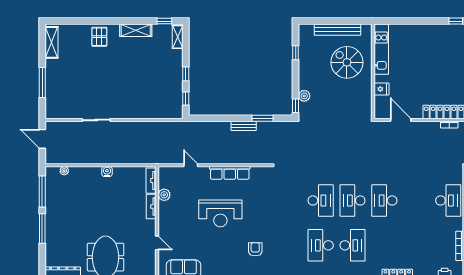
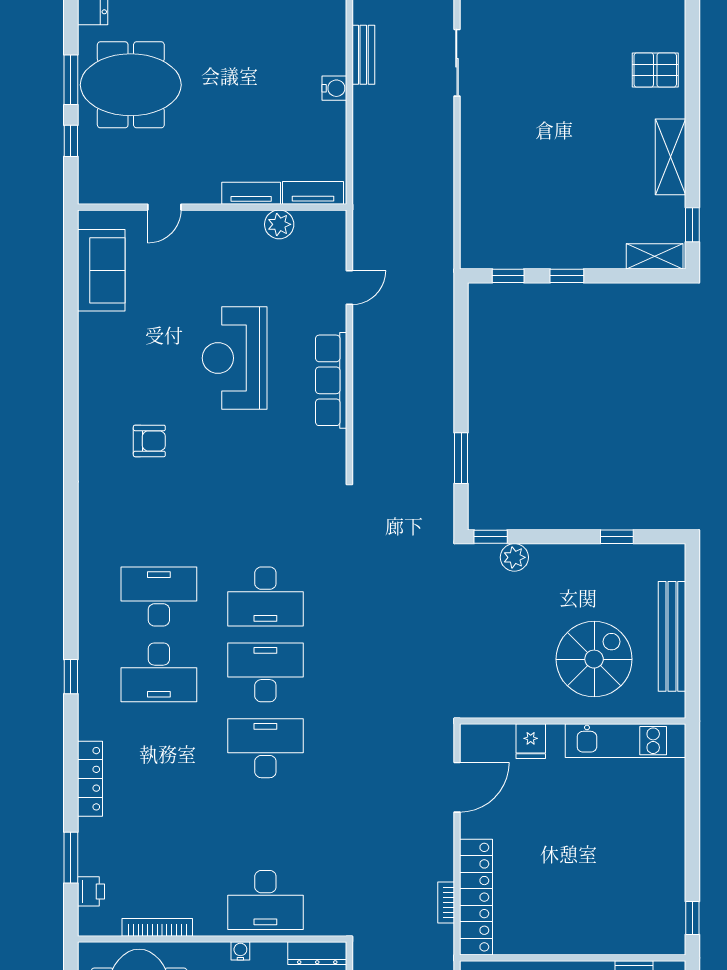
bench: (244, 126) -> (363, 55), moved

